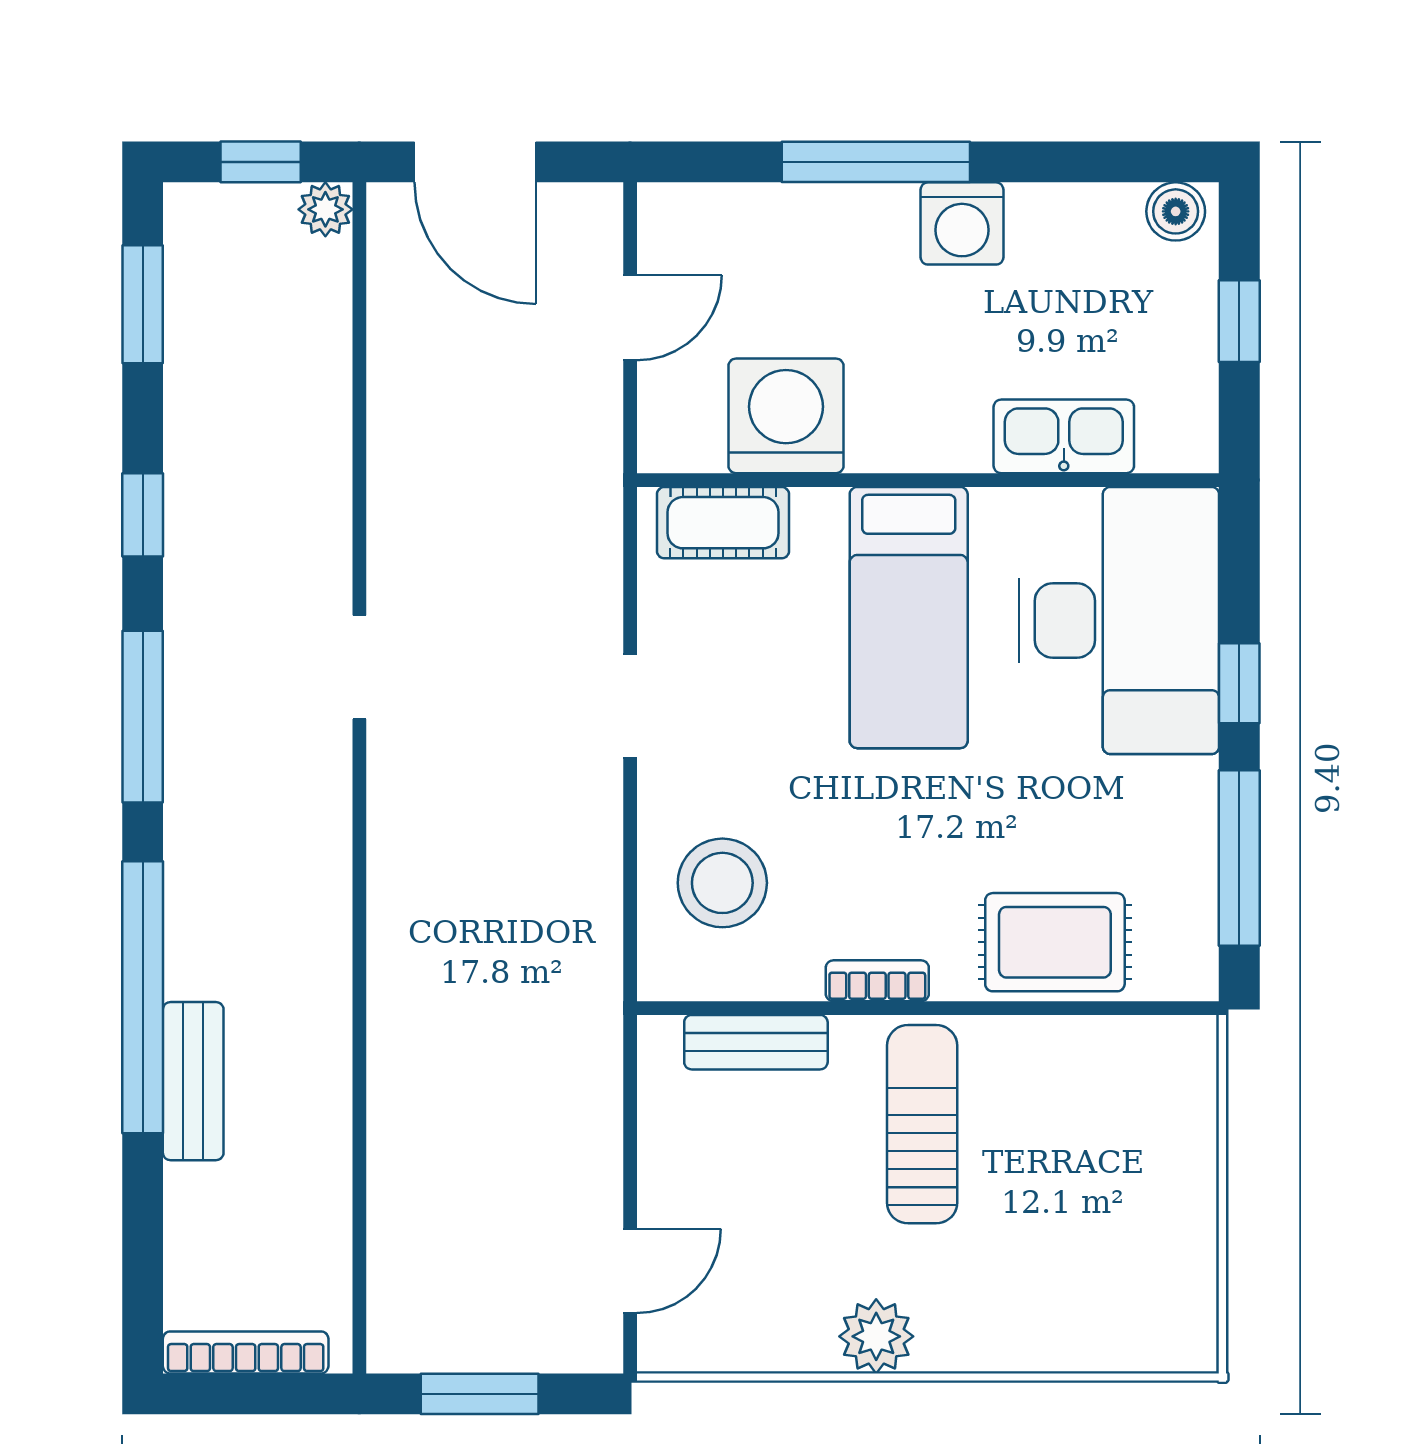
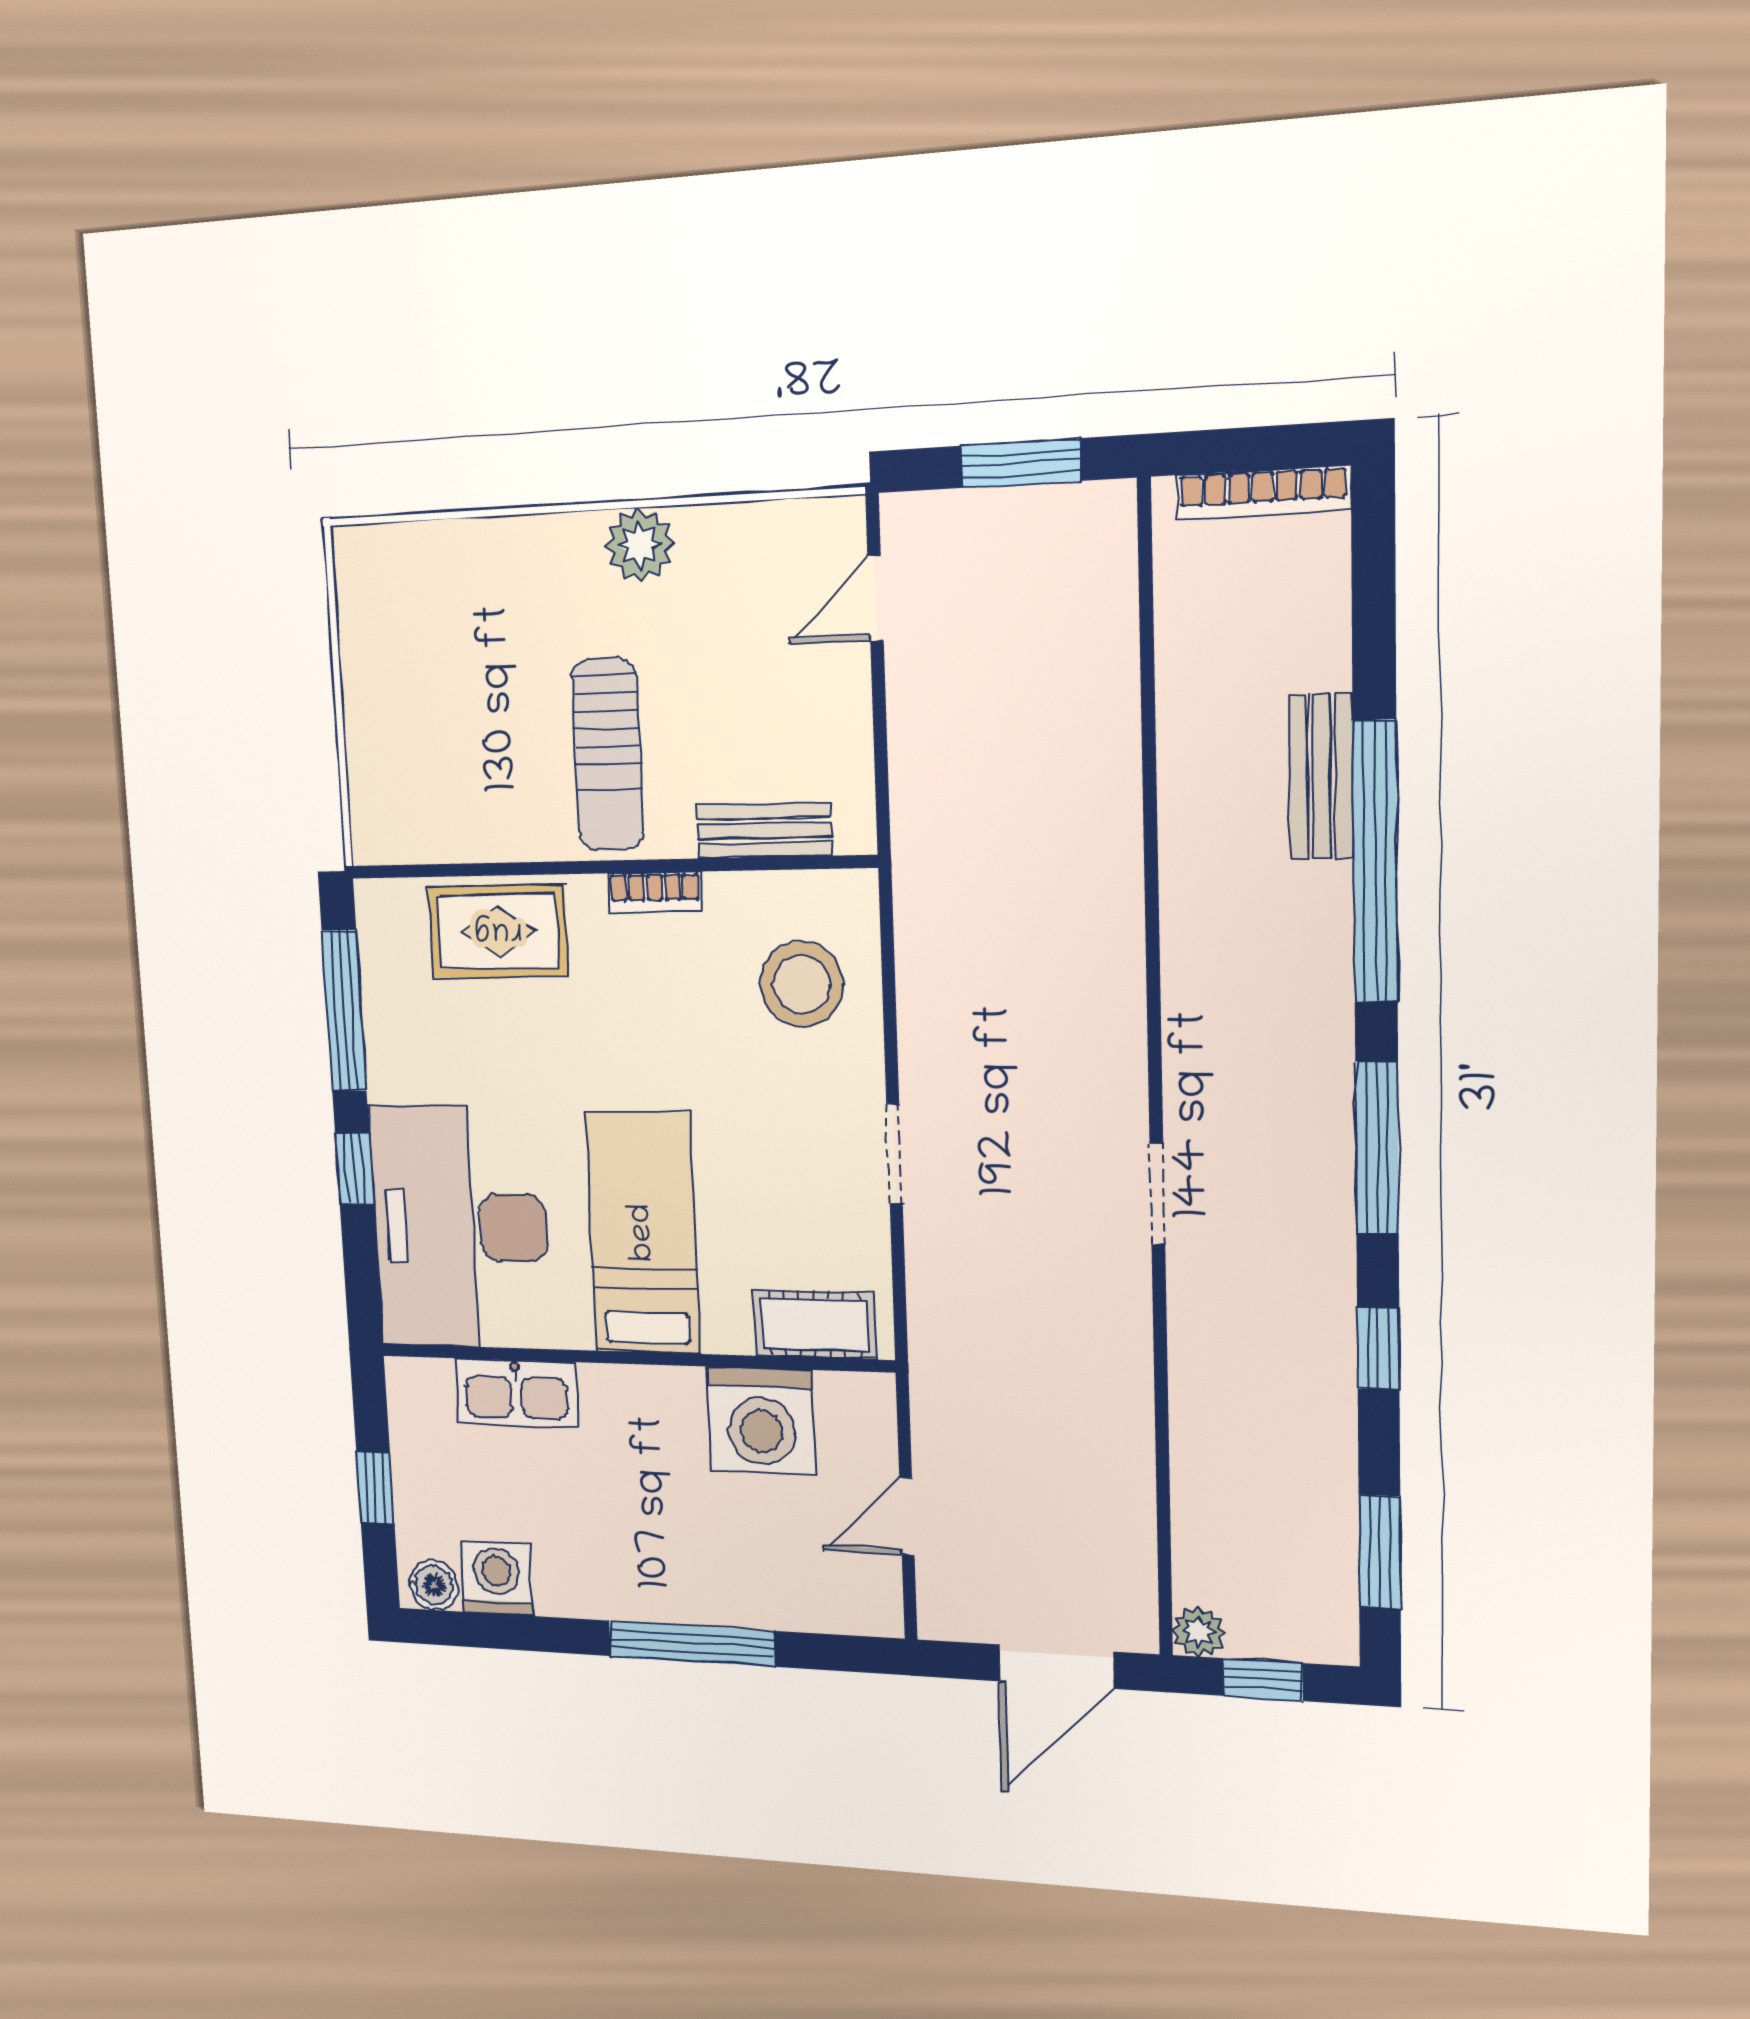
door: (475, 162) -> (1056, 1667), swing flipped
washing machine: (962, 223) -> (497, 1578), moved

